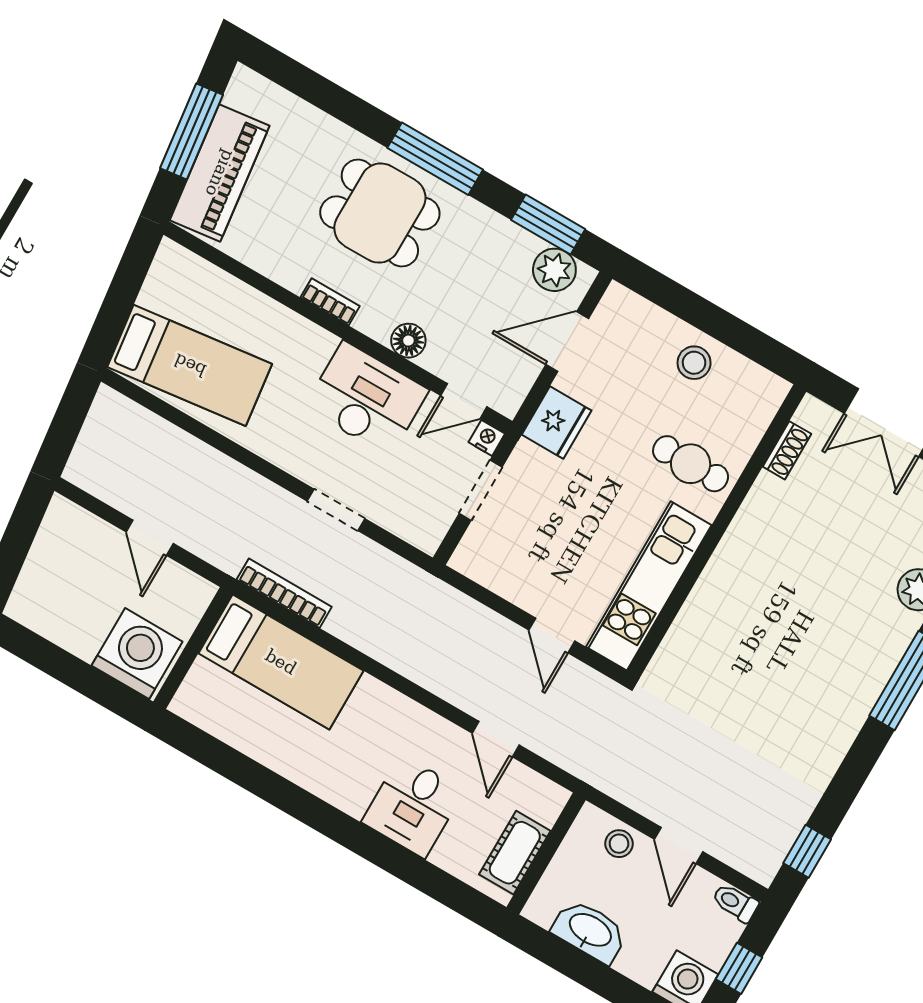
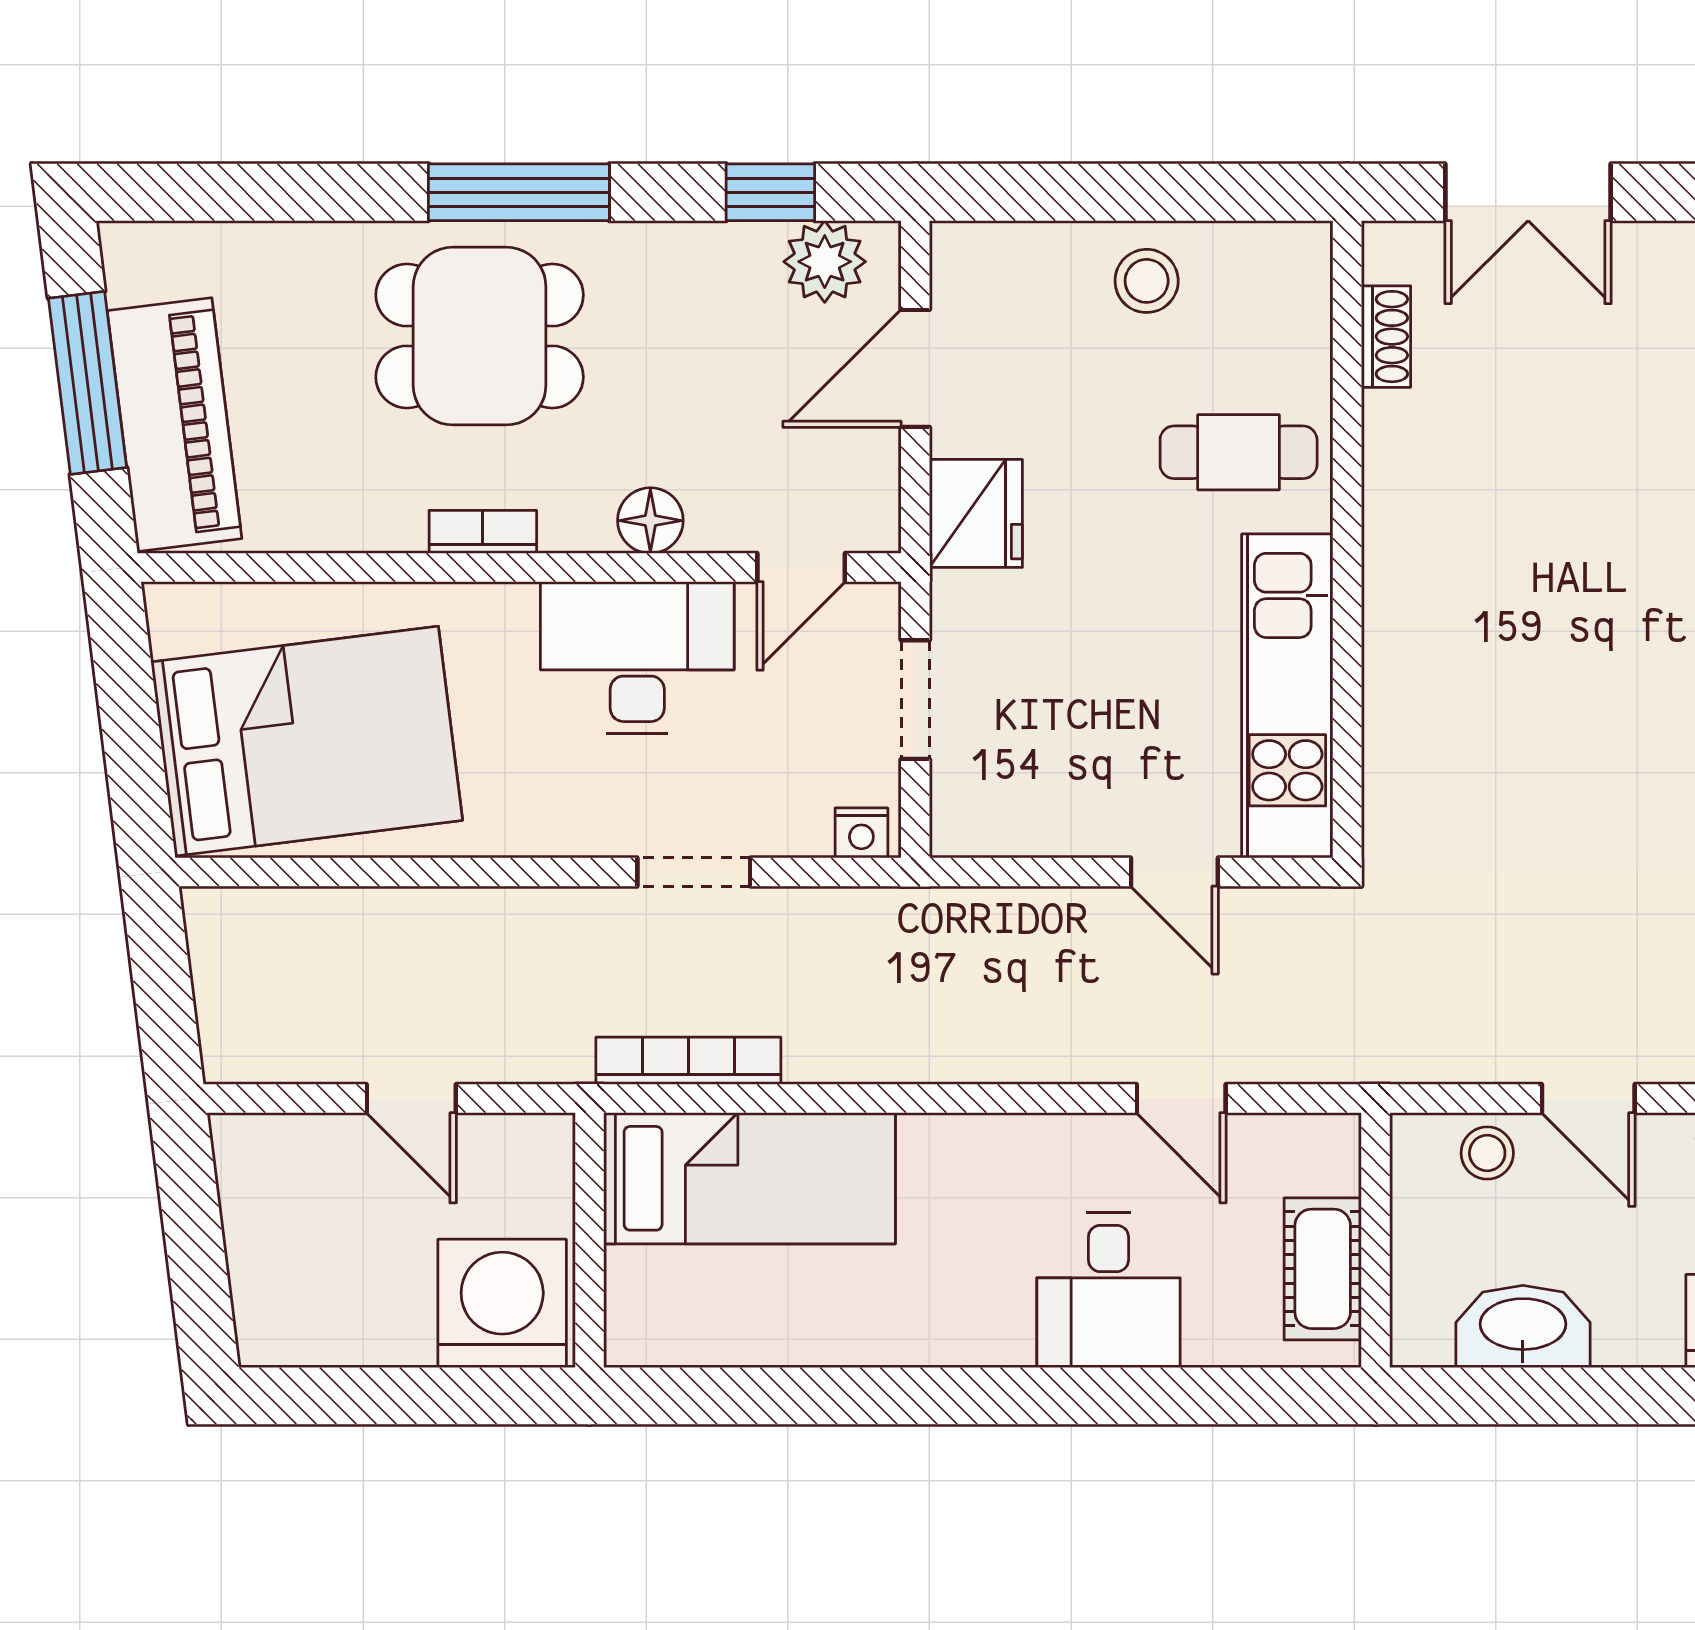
window: (548, 224) -> (770, 192), width x0.67
bed: (190, 365) -> (307, 741), width x1.50
nightstand: (487, 438) -> (861, 833), moved, turned 180

